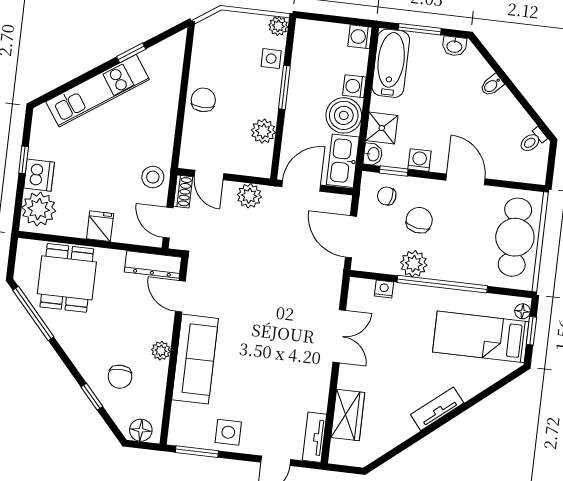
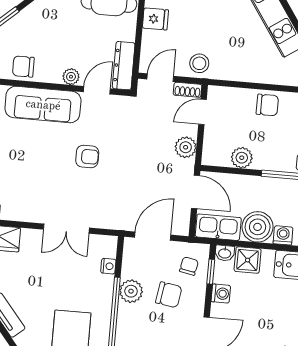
armchair: (257, 310) -> (87, 157), added
plant: (161, 351) -> (71, 77), moved
chair: (120, 377) -> (23, 67), moved

